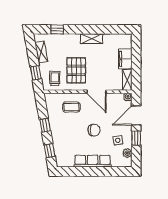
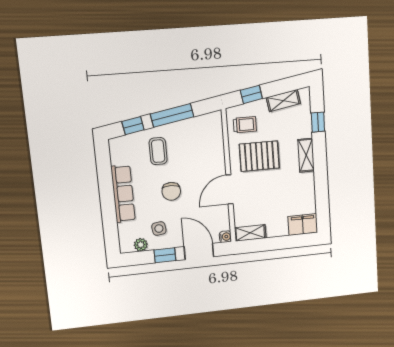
shelving: (92, 39) -> (306, 155), moved
filing cabinet: (125, 59) -> (303, 224), moved
coffee table: (71, 107) -> (158, 151), moved
window: (45, 125) -> (172, 115), width x2.17

